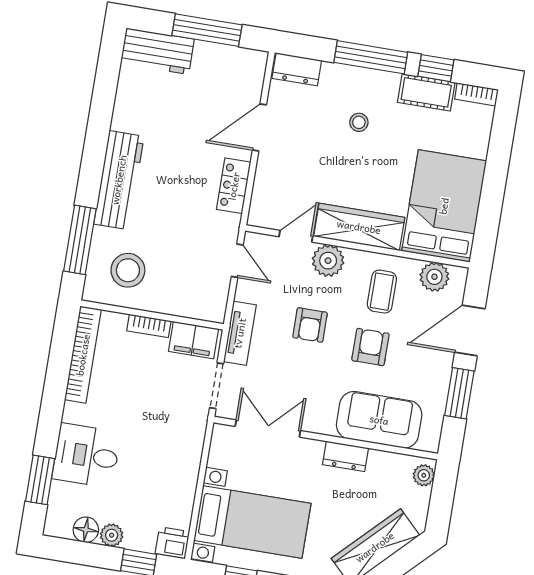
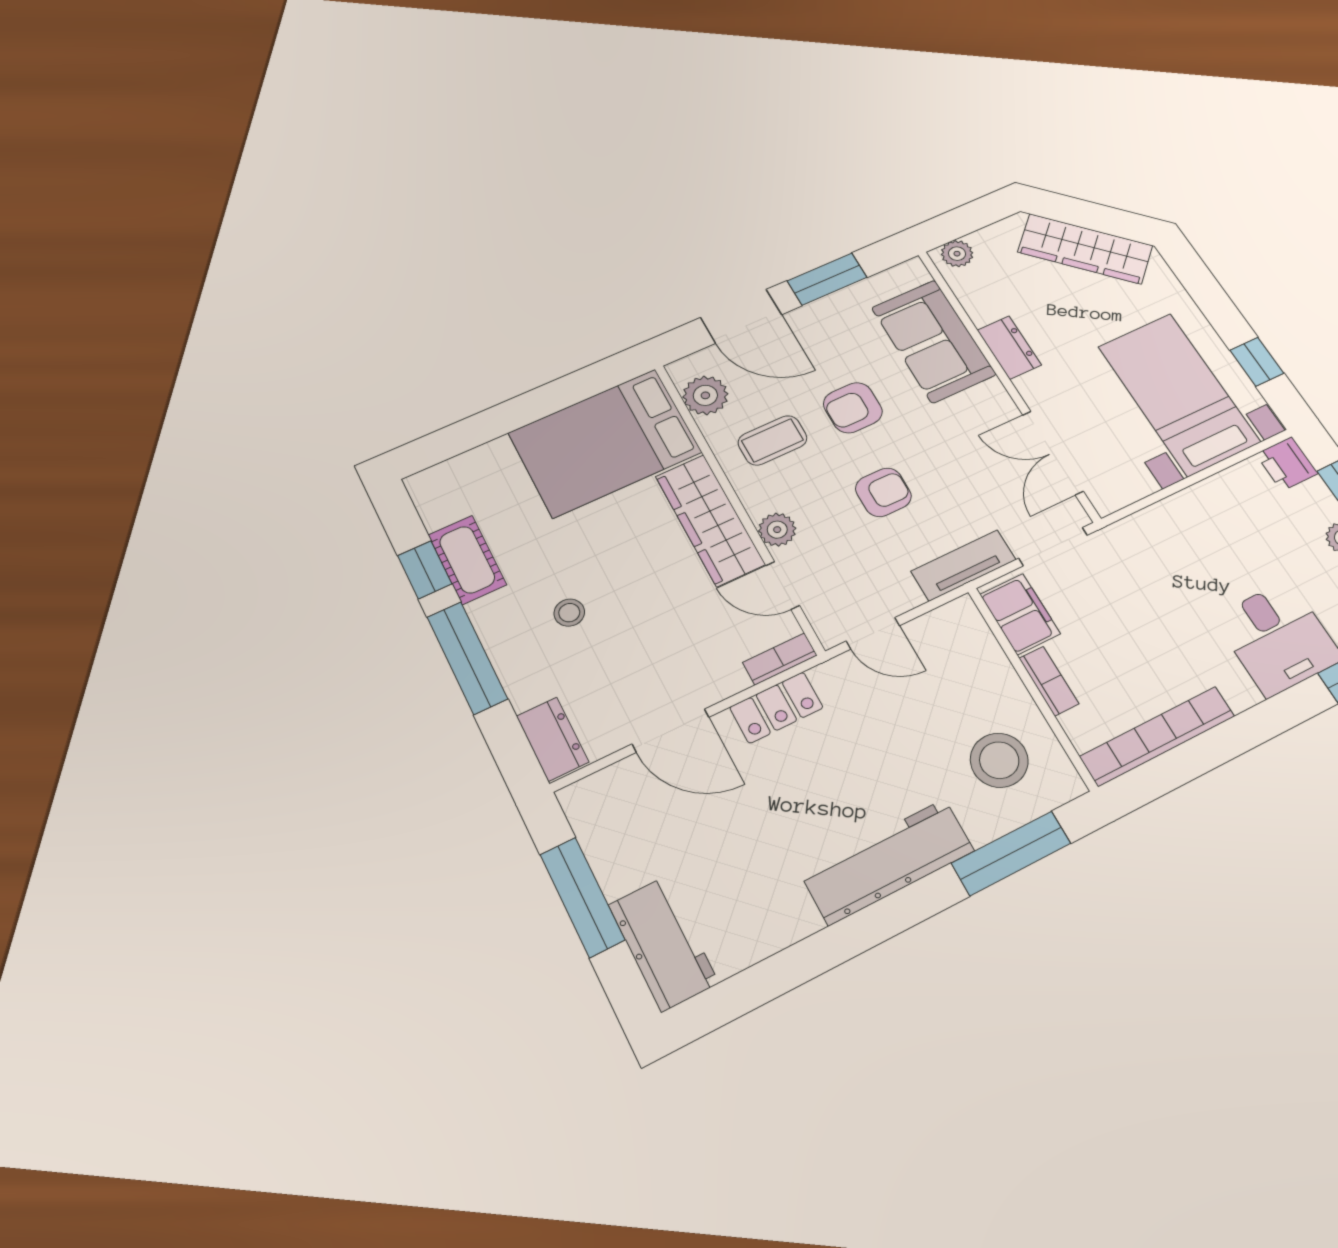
bookcase: (477, 94) -> (780, 659), moved, turned -90
door: (237, 261) -> (873, 633), swing flipped
plant: (328, 261) -> (777, 530), width x0.73, depth x0.73

